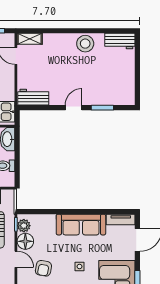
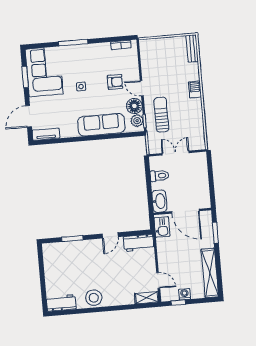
door: (74, 108) -> (110, 235), moved
sofa: (81, 225) -> (101, 125), moved
armchair: (43, 268) -> (115, 82), turned 80

